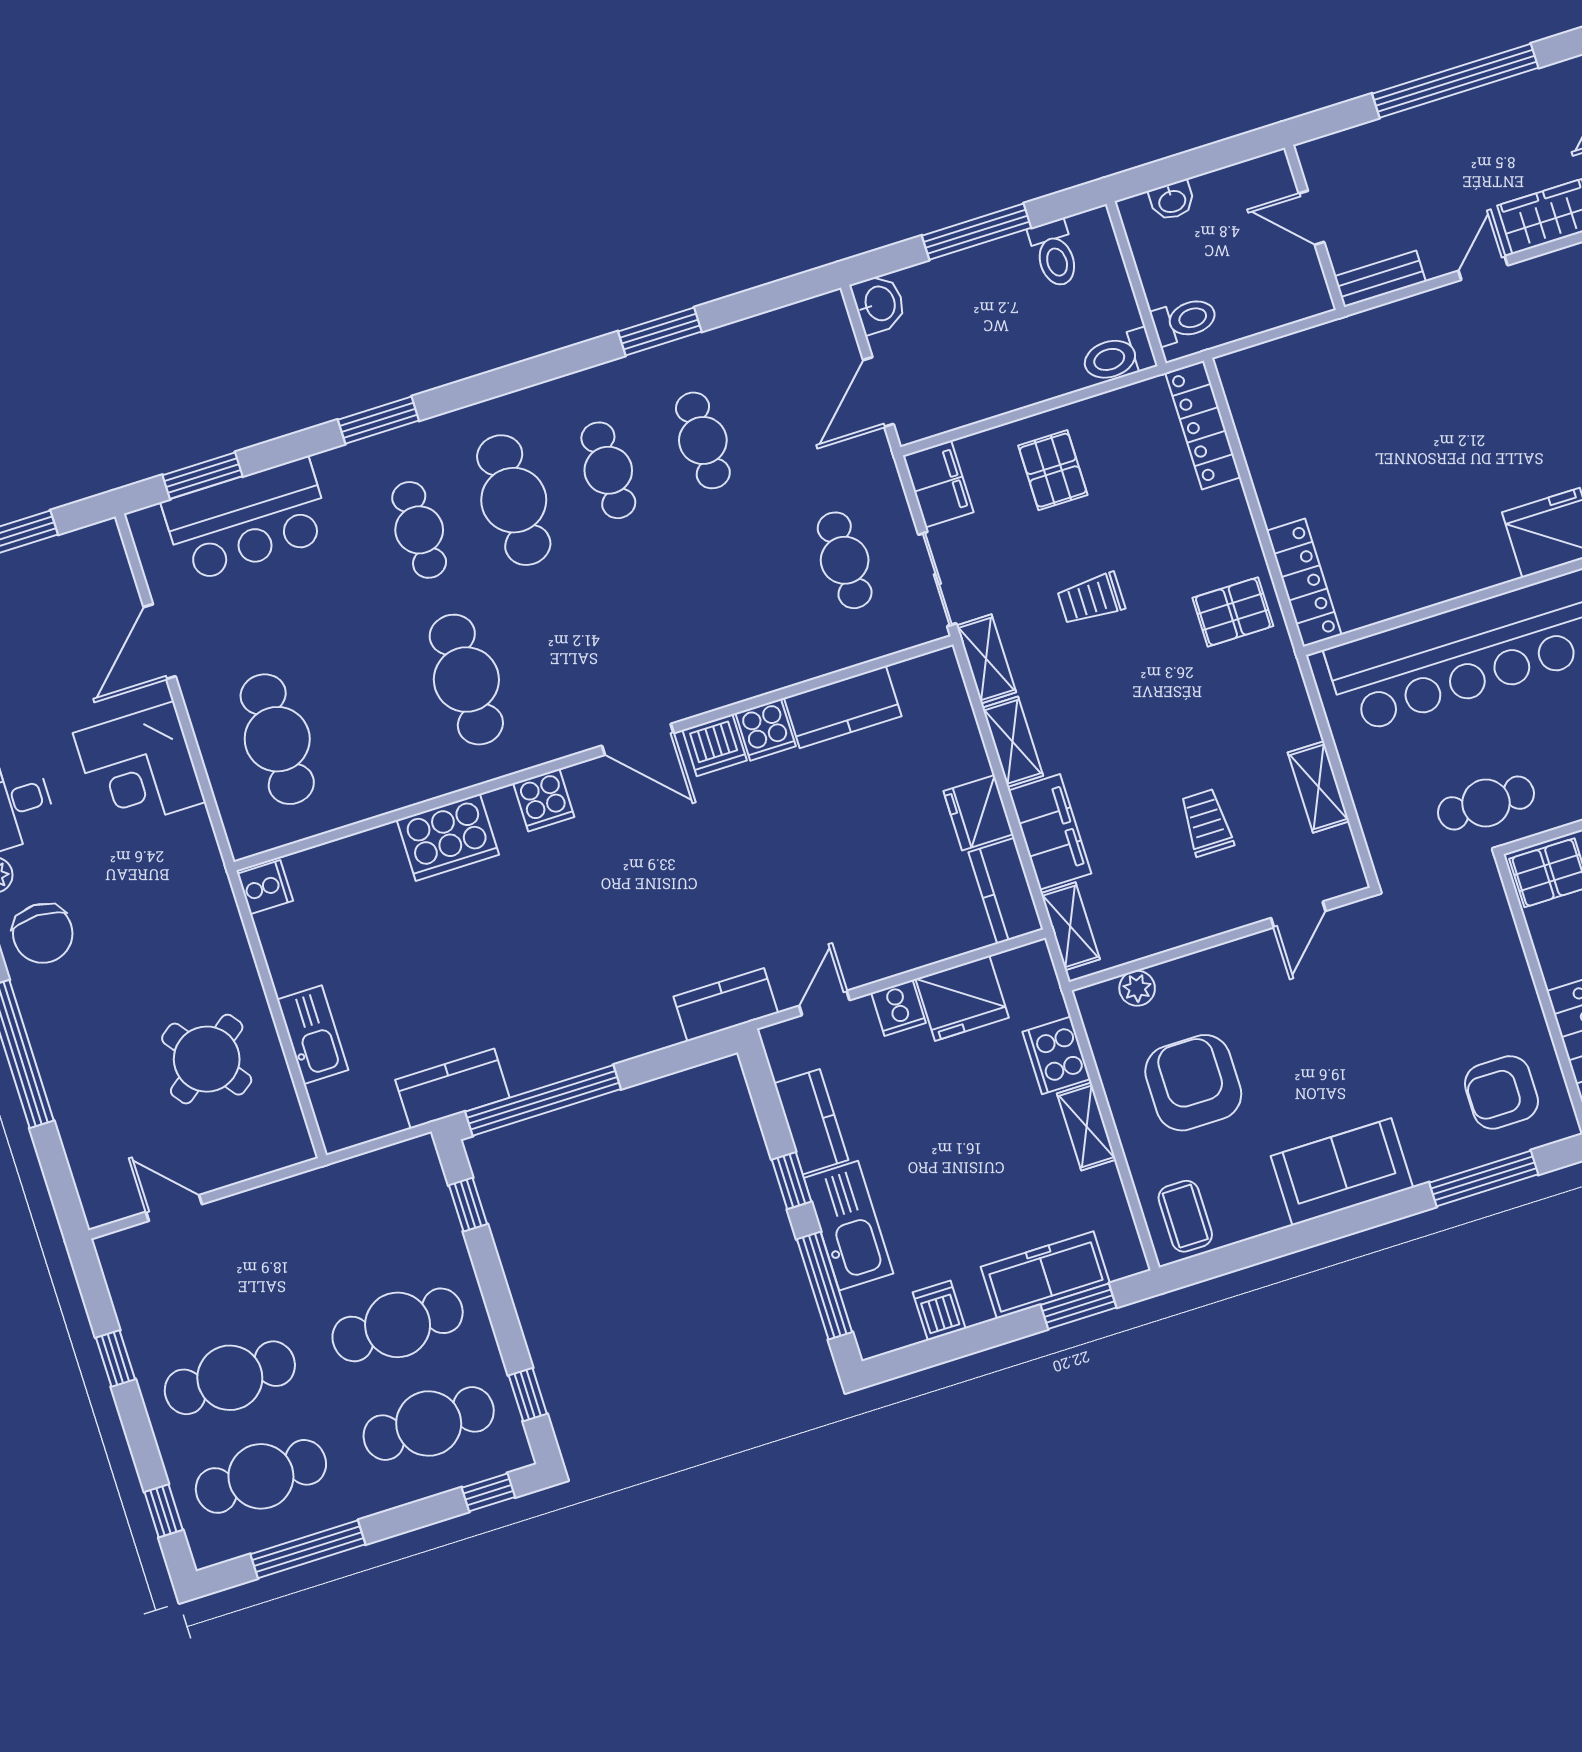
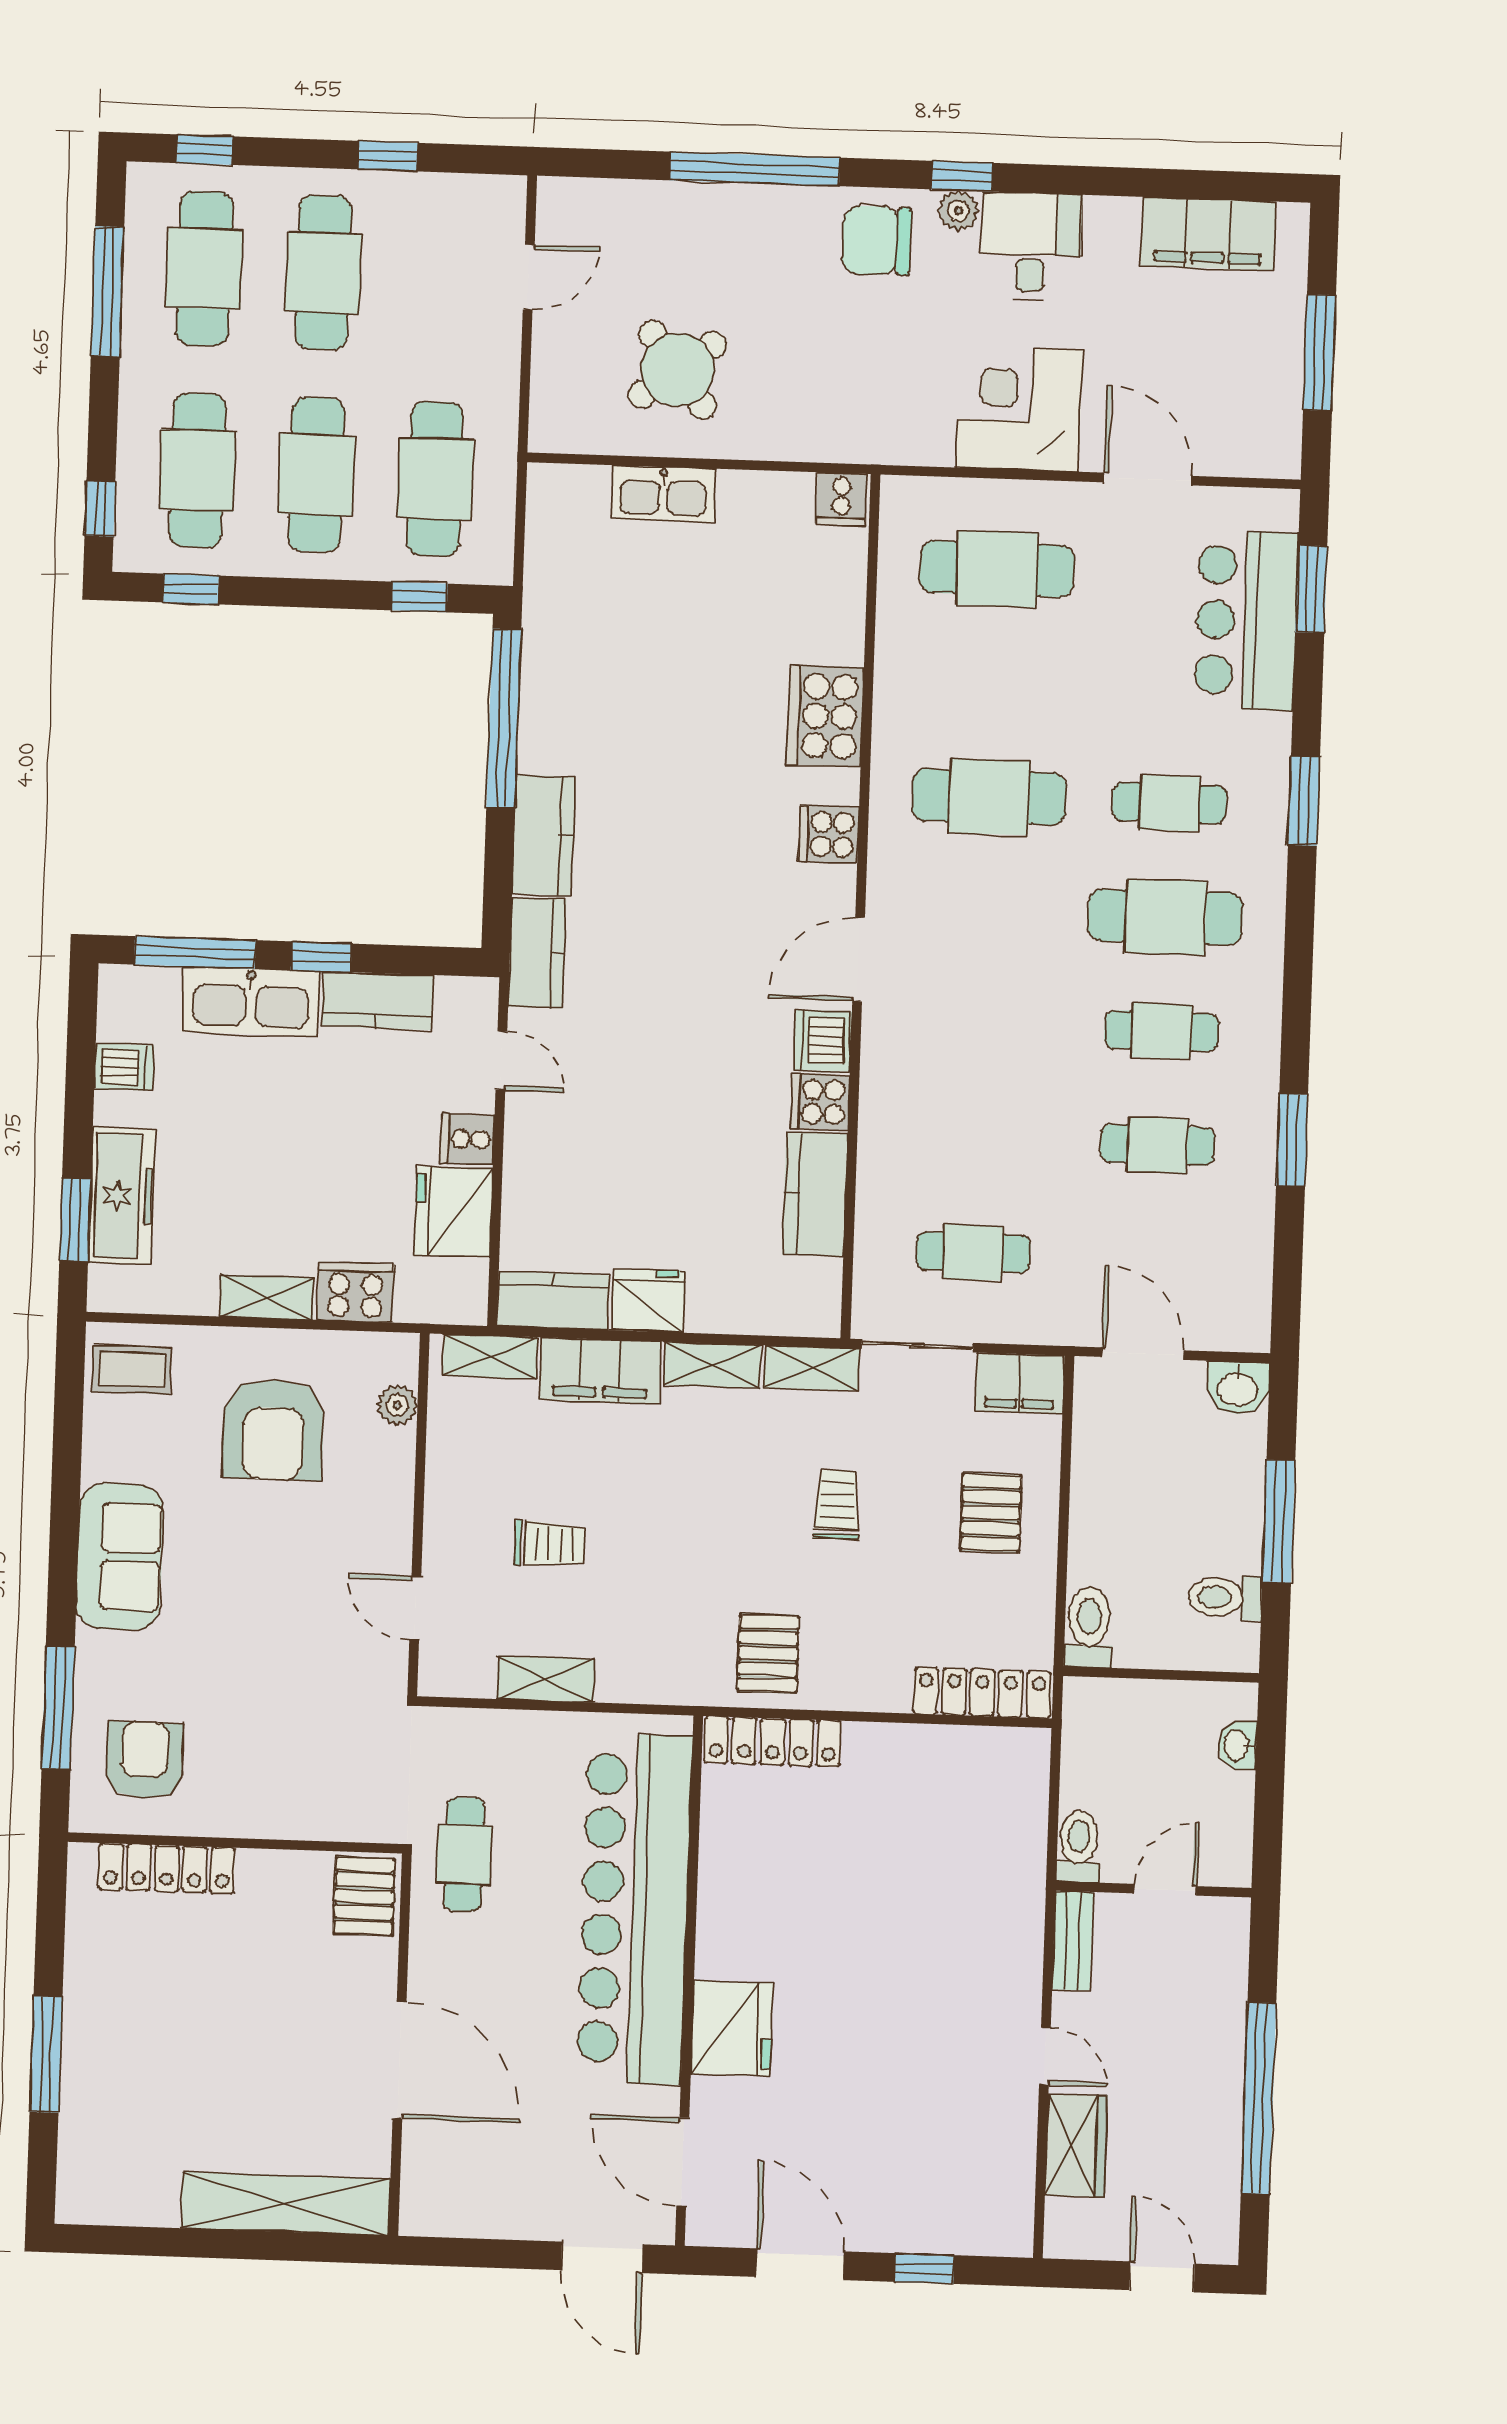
toilet: (1184, 320) -> (1079, 1846), moved, turned 180
pallet: (1053, 470) -> (991, 1513), turned 90
armchair: (1193, 1083) -> (273, 1430), turned 90
kitchen counter: (452, 1089) -> (544, 835), moved
cafe table: (366, 1226) -> (435, 479), added

